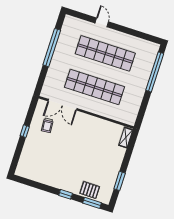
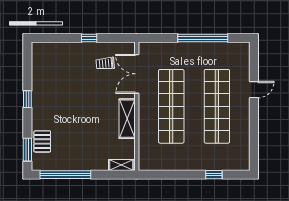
window: (155, 72) -> (214, 175), width x0.32
shelving: (93, 122) -> (127, 119), added
window: (120, 181) -> (65, 175), width x2.11
window: (66, 194) -> (27, 99), moved

